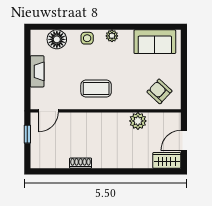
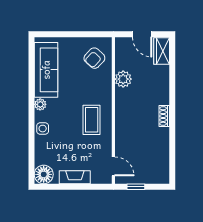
floor lamp: (57, 39) -> (44, 174), moved
sofa: (155, 42) -> (46, 70), width x1.36
shoe rack: (81, 163) -> (164, 116), moved

